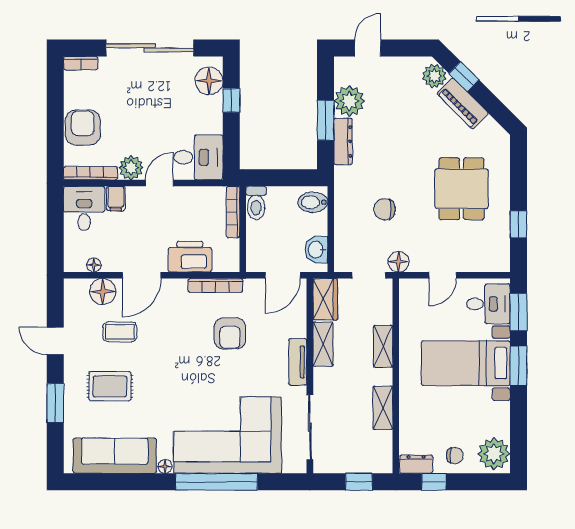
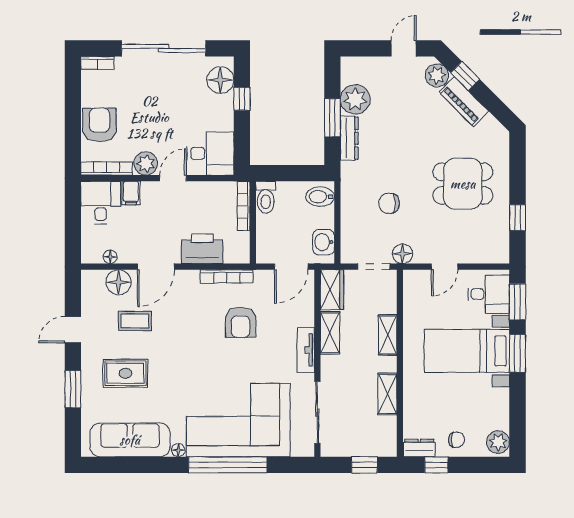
door: (368, 48) -> (404, 48), moved
dining table: (462, 189) -> (463, 184), turned 90
door: (55, 341) -> (73, 330), hinge flipped
plant: (494, 454) -> (498, 442), width x0.73, depth x0.73

